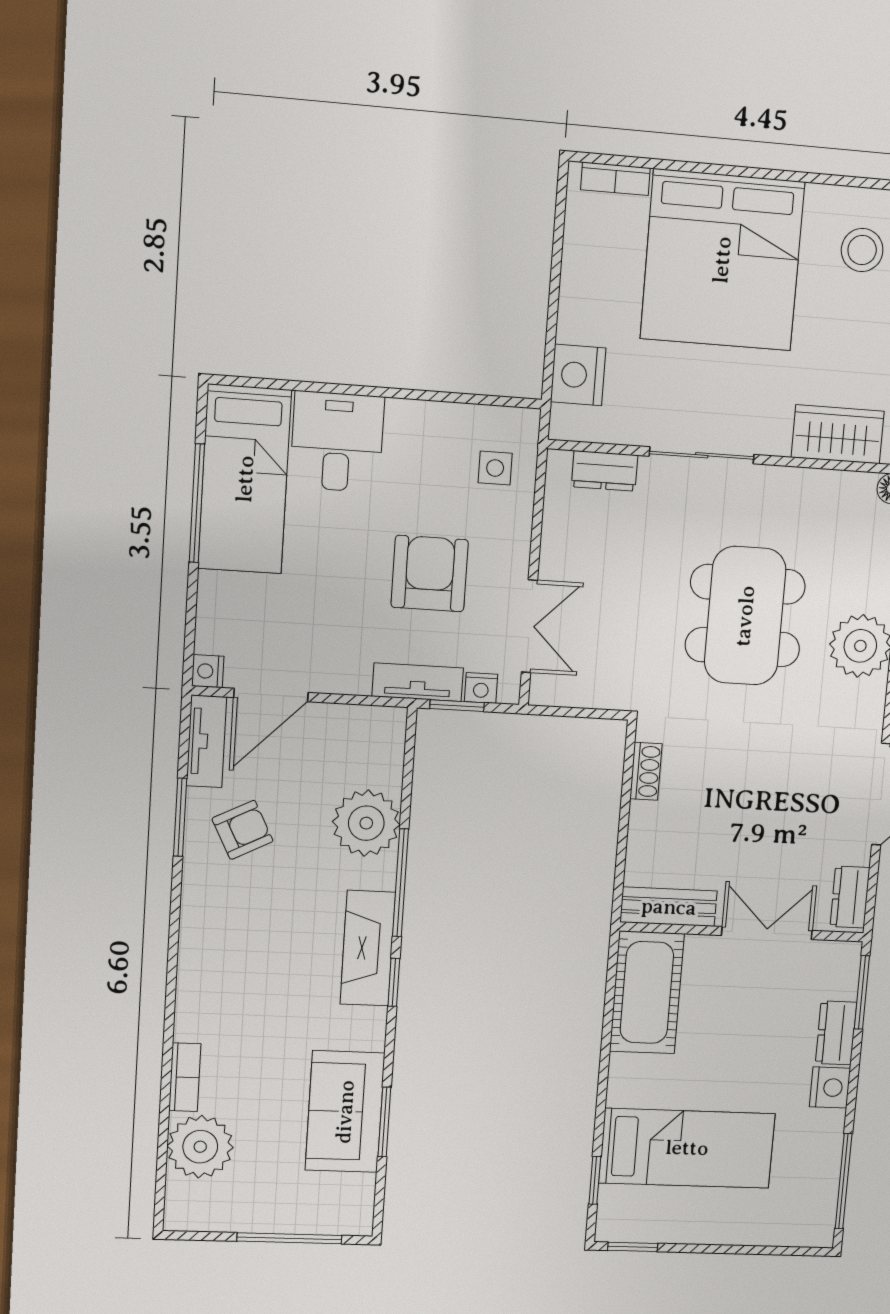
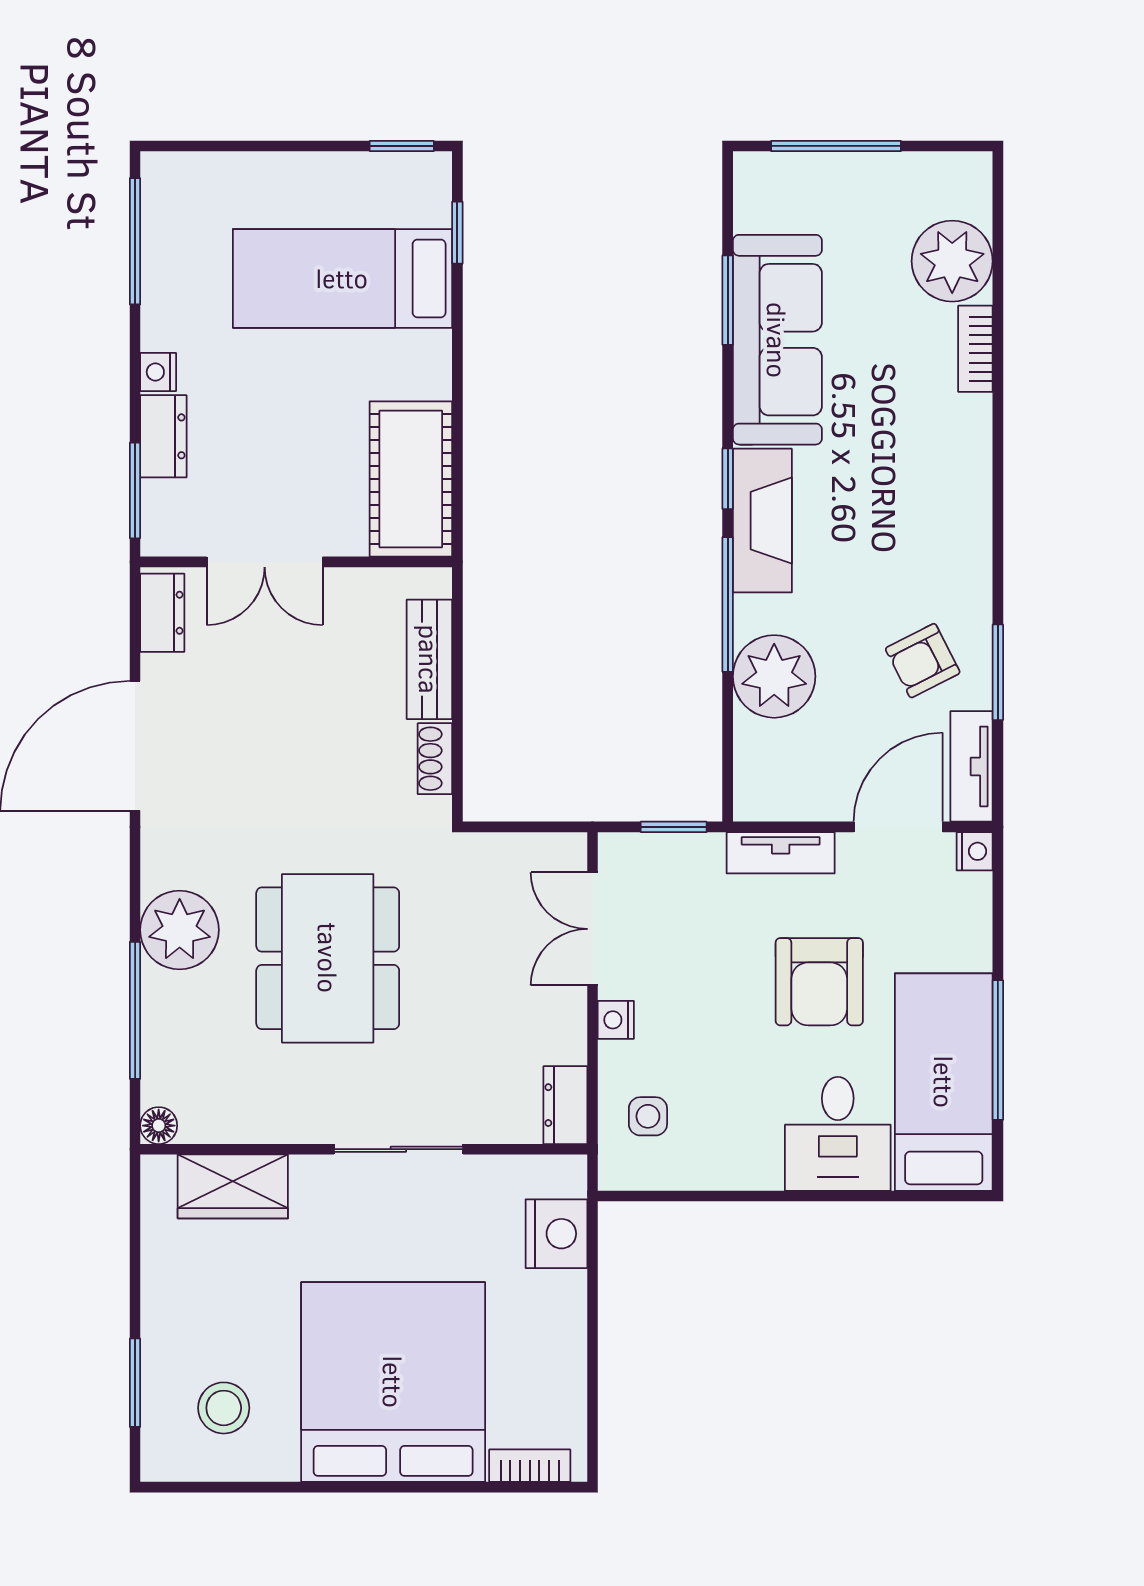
dresser: (605, 471) -> (565, 1105), moved, turned -90
armchair: (430, 573) -> (819, 982), moved
tv unit: (418, 682) -> (781, 853), moved
nightstand: (481, 688) -> (616, 1020), moved, turned -90
bench: (669, 907) -> (429, 659), moved, turned 90
nightstand: (830, 1087) -> (158, 372), width x0.72, depth x0.74
sofa: (345, 1112) -> (777, 340), width x1.36

